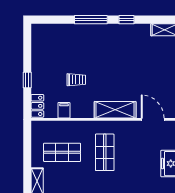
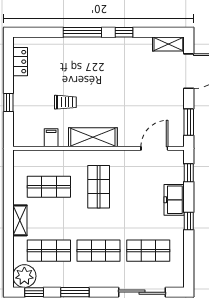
locker: (37, 106) -> (20, 62), moved
shelving: (115, 110) -> (93, 137), moved
door: (153, 119) -> (154, 148), hinge flipped

